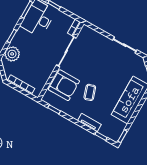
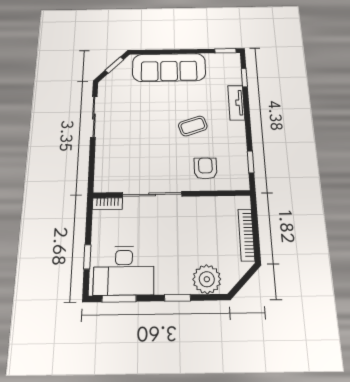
armchair: (64, 85) -> (205, 168), width x0.53, depth x0.53

